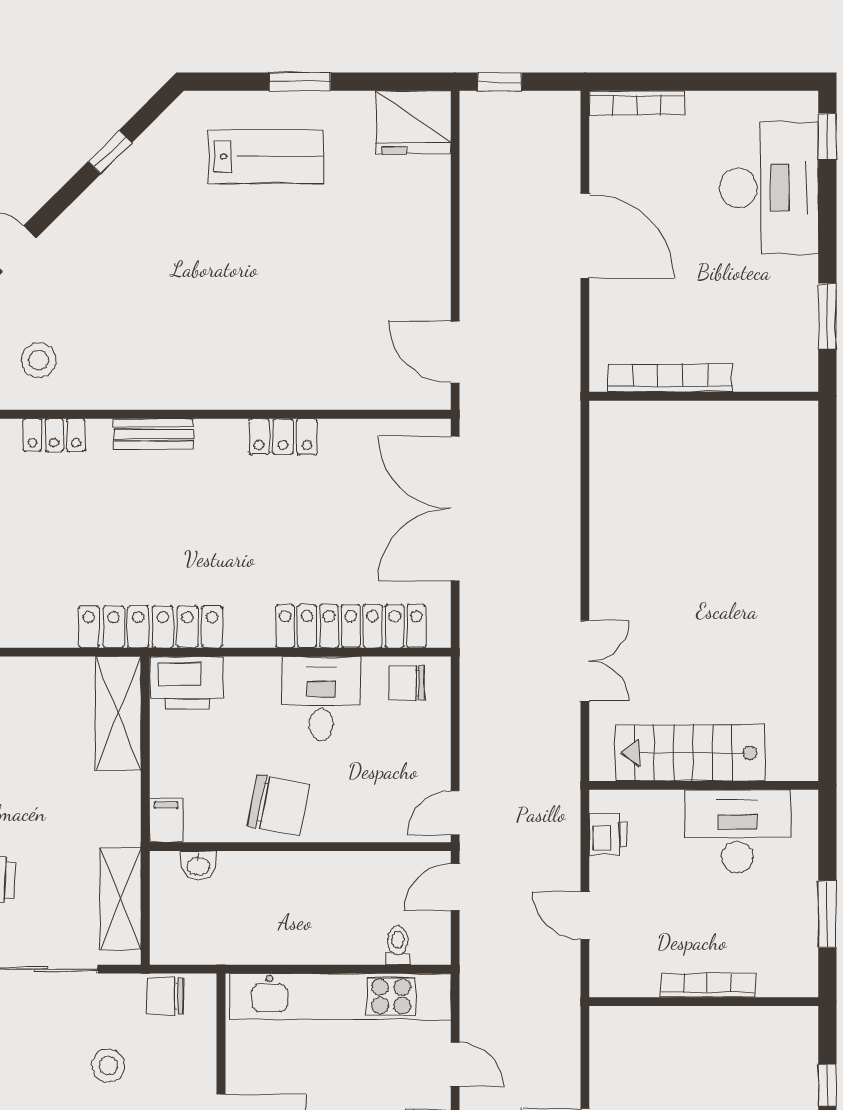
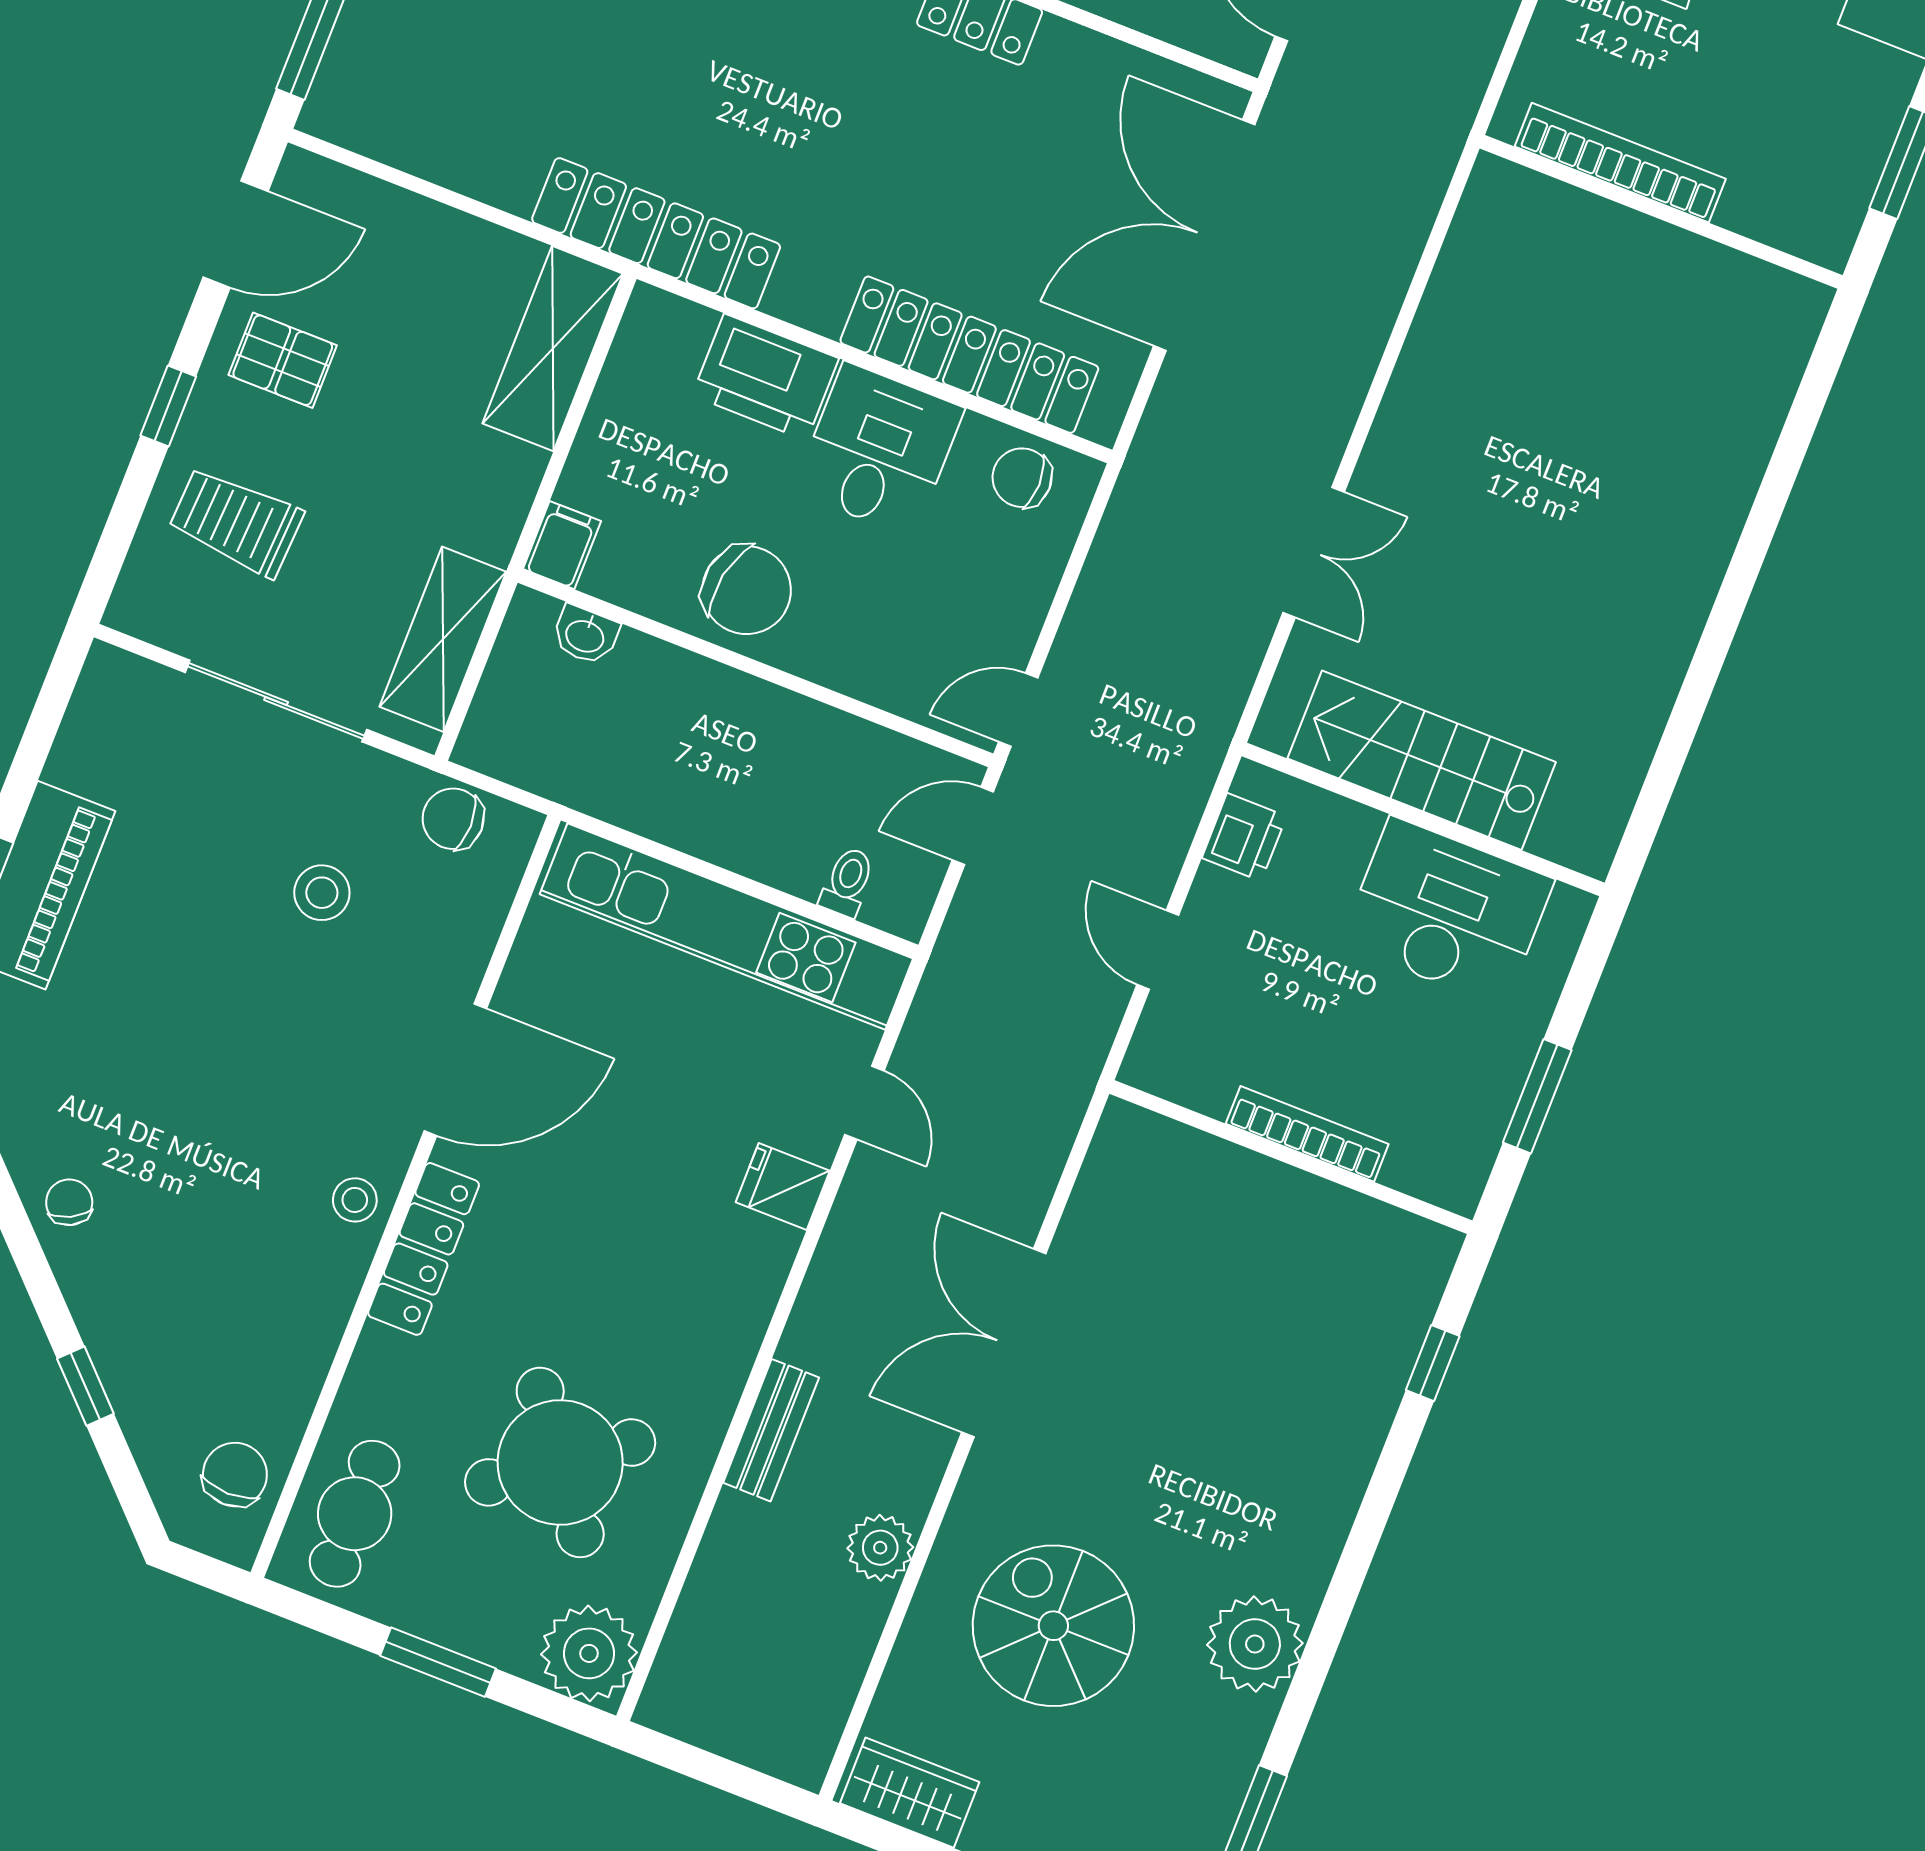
printer: (186, 683) -> (765, 377), moved

